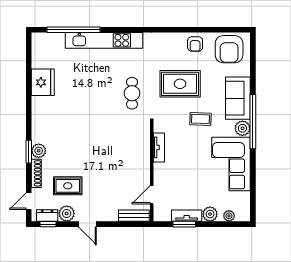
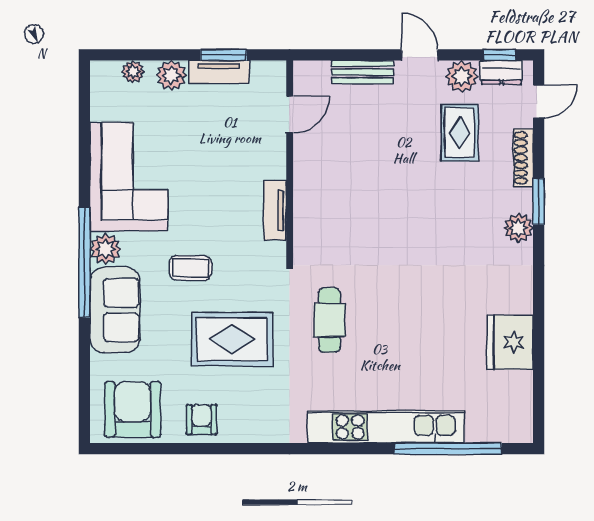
plant: (39, 151) -> (518, 228), moved
rug: (68, 186) -> (460, 133), turned 90
bench: (134, 216) -> (362, 72), moved

